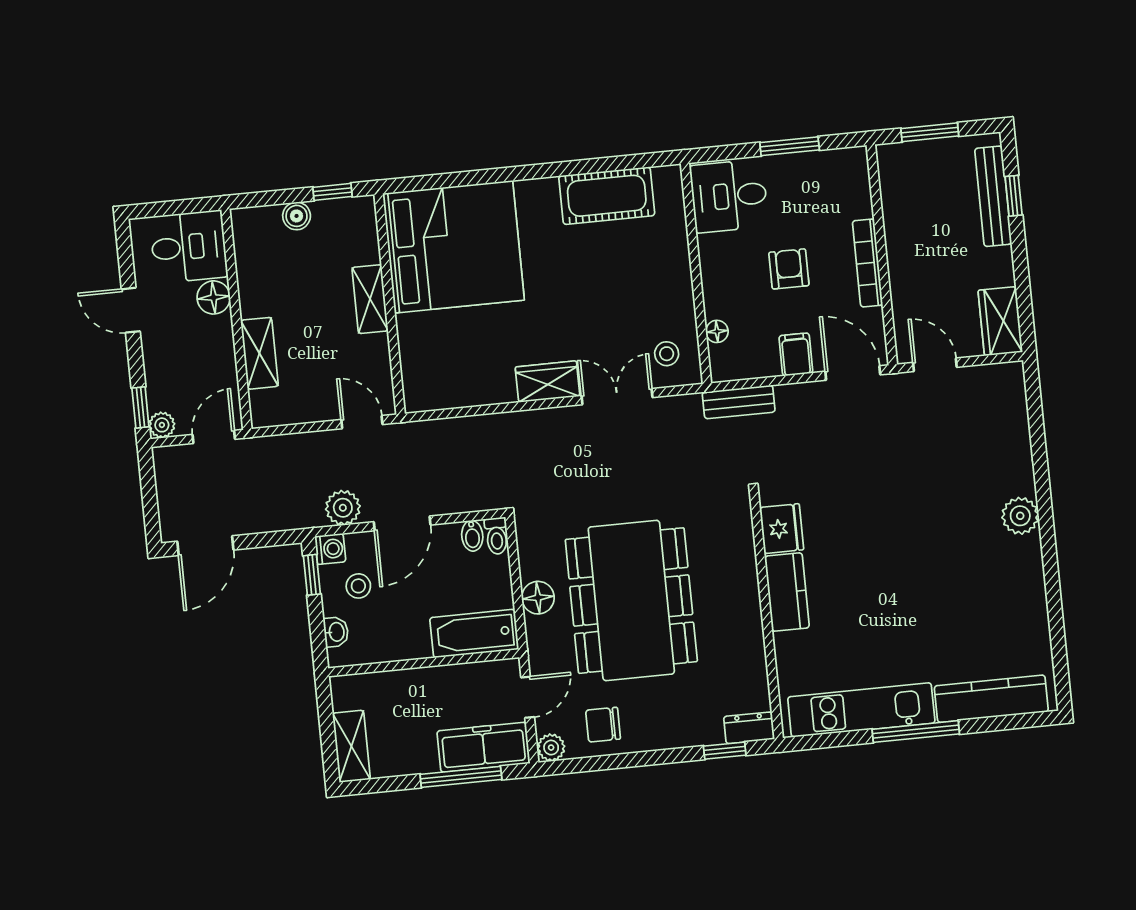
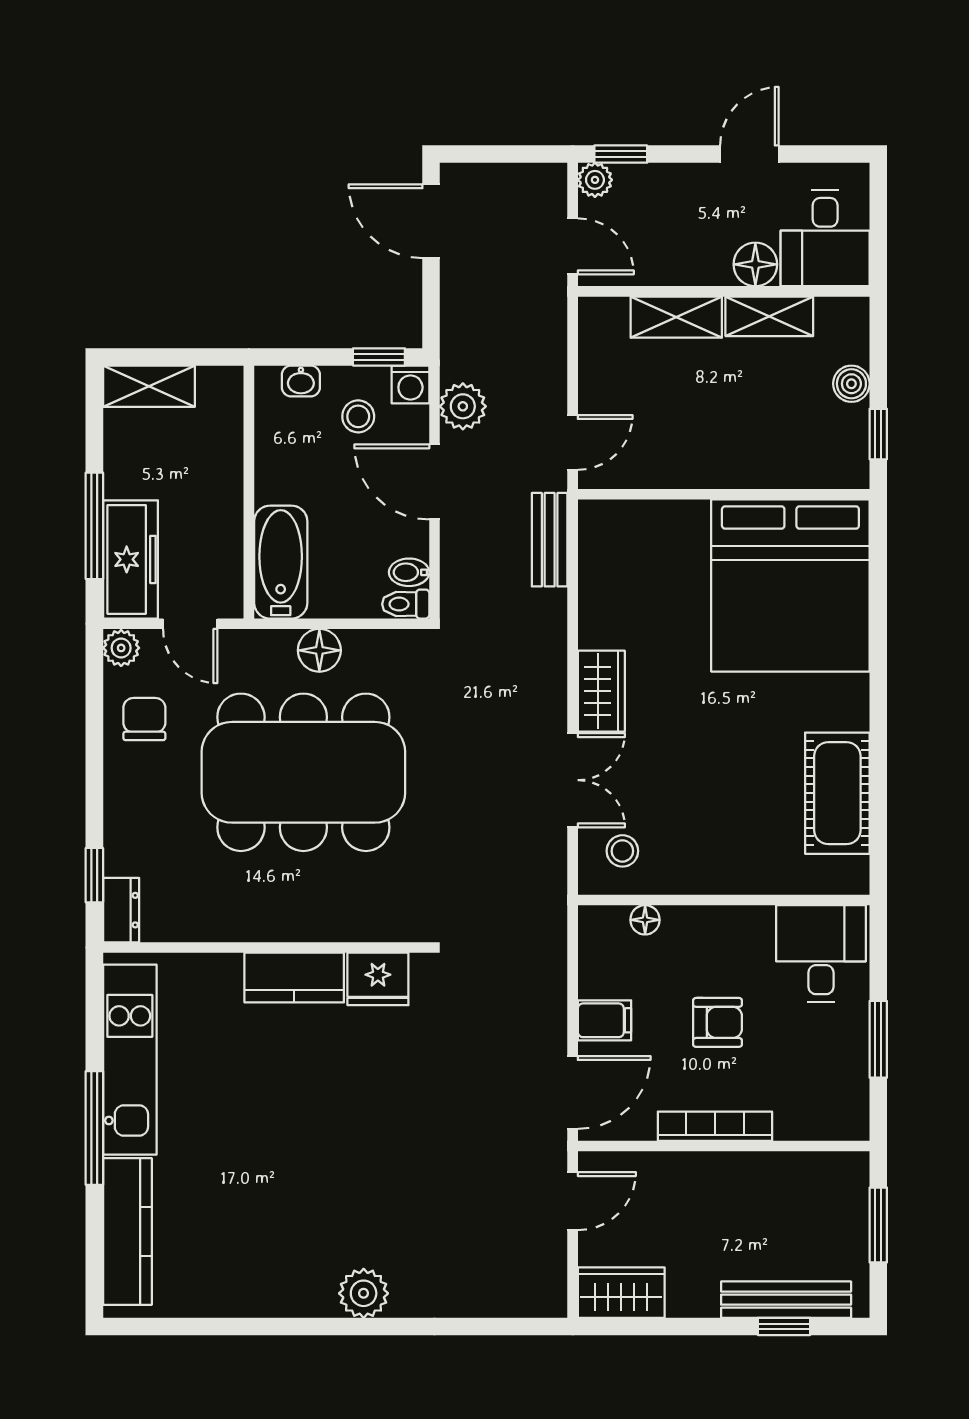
shelving: (370, 299) -> (769, 316), moved
bench: (739, 402) -> (550, 540), moved

